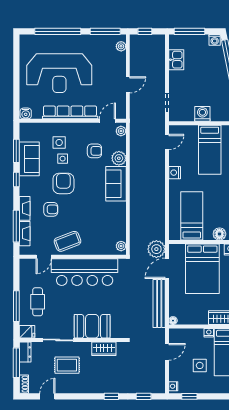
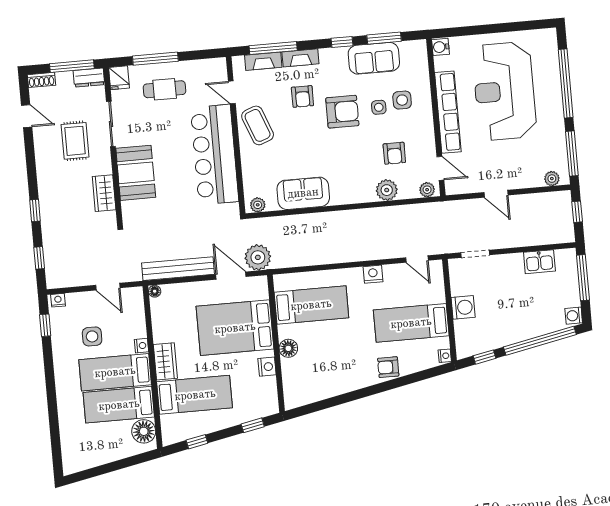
sofa: (116, 184) -> (303, 193), moved

